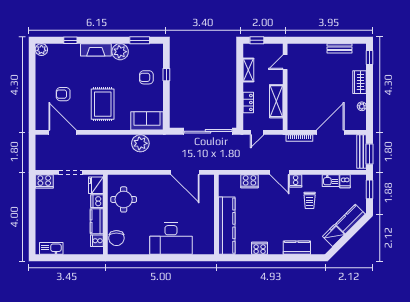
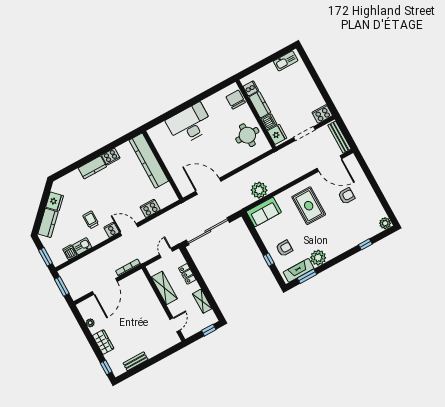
fireplace: (96, 50) -> (299, 270), moved
bench: (362, 152) -> (339, 137), moved
kitchen counter: (297, 248) -> (92, 167), moved

